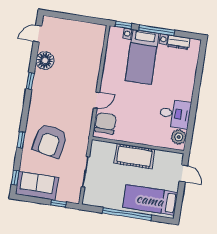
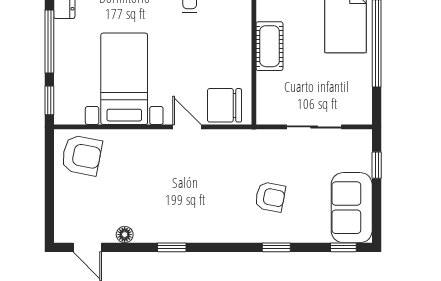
armchair: (90, 38) -> (82, 155), added
bed with nightstands: (142, 57) -> (124, 79), moved, turned -90
floor lamp: (45, 61) -> (125, 235), width x0.53, depth x0.53
armchair: (50, 141) -> (270, 197), width x0.53, depth x0.53
cot: (134, 156) -> (270, 46), width x0.73, depth x0.75

